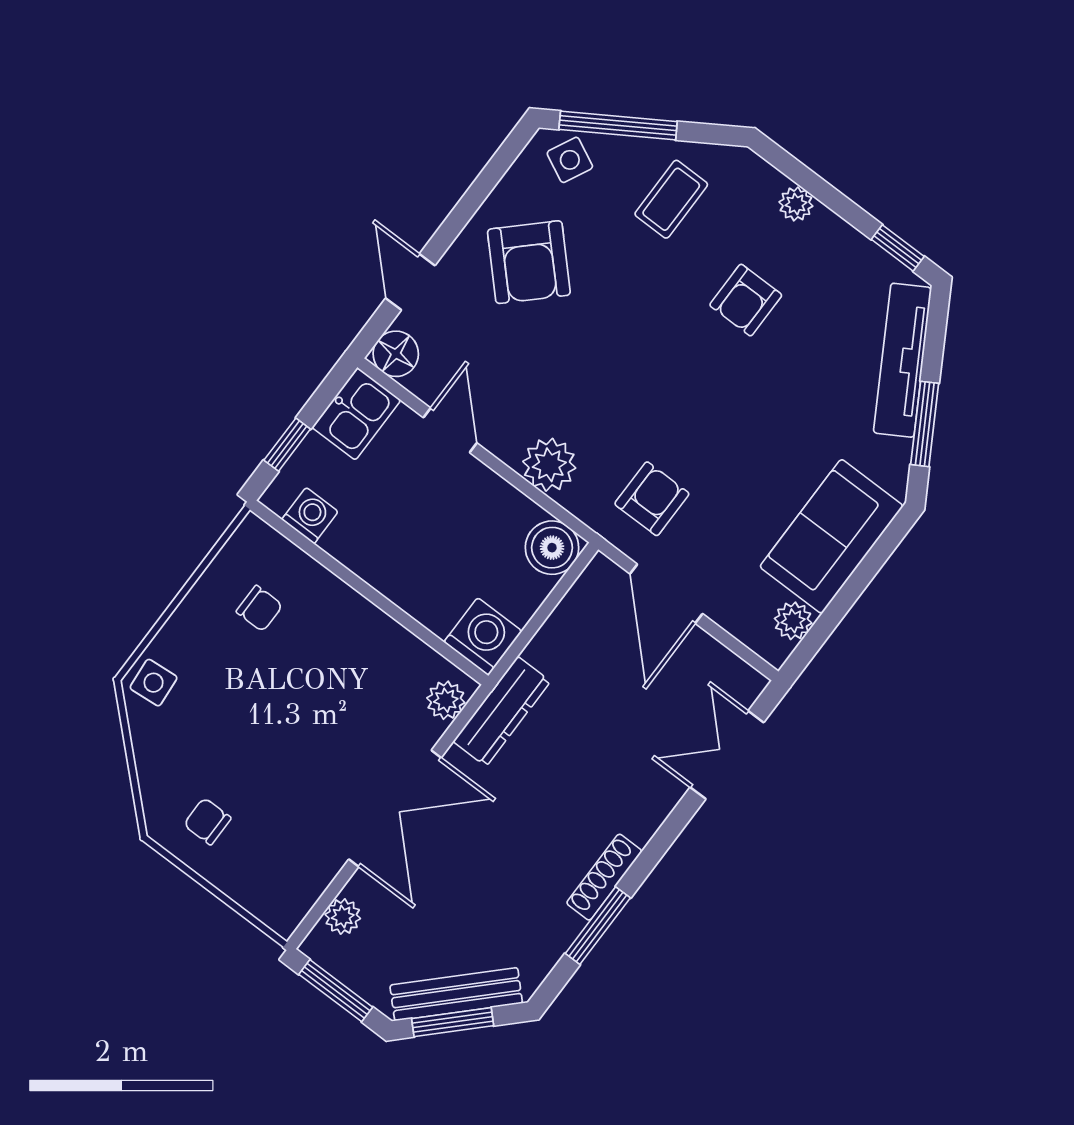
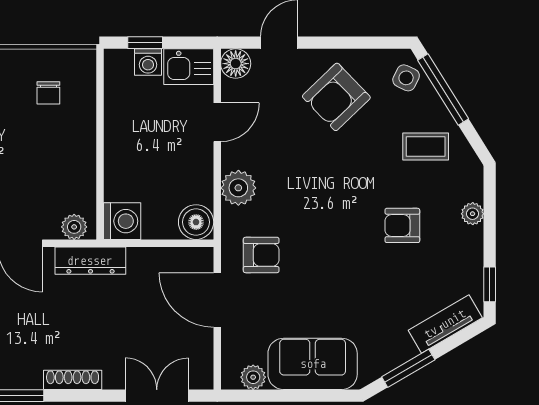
tv unit: (902, 360) -> (445, 324), width x0.71
washing machine: (310, 515) -> (148, 62), moved, turned 90
door: (666, 594) -> (217, 300), hinge flipped
shoe rack: (604, 877) -> (73, 380), moved

